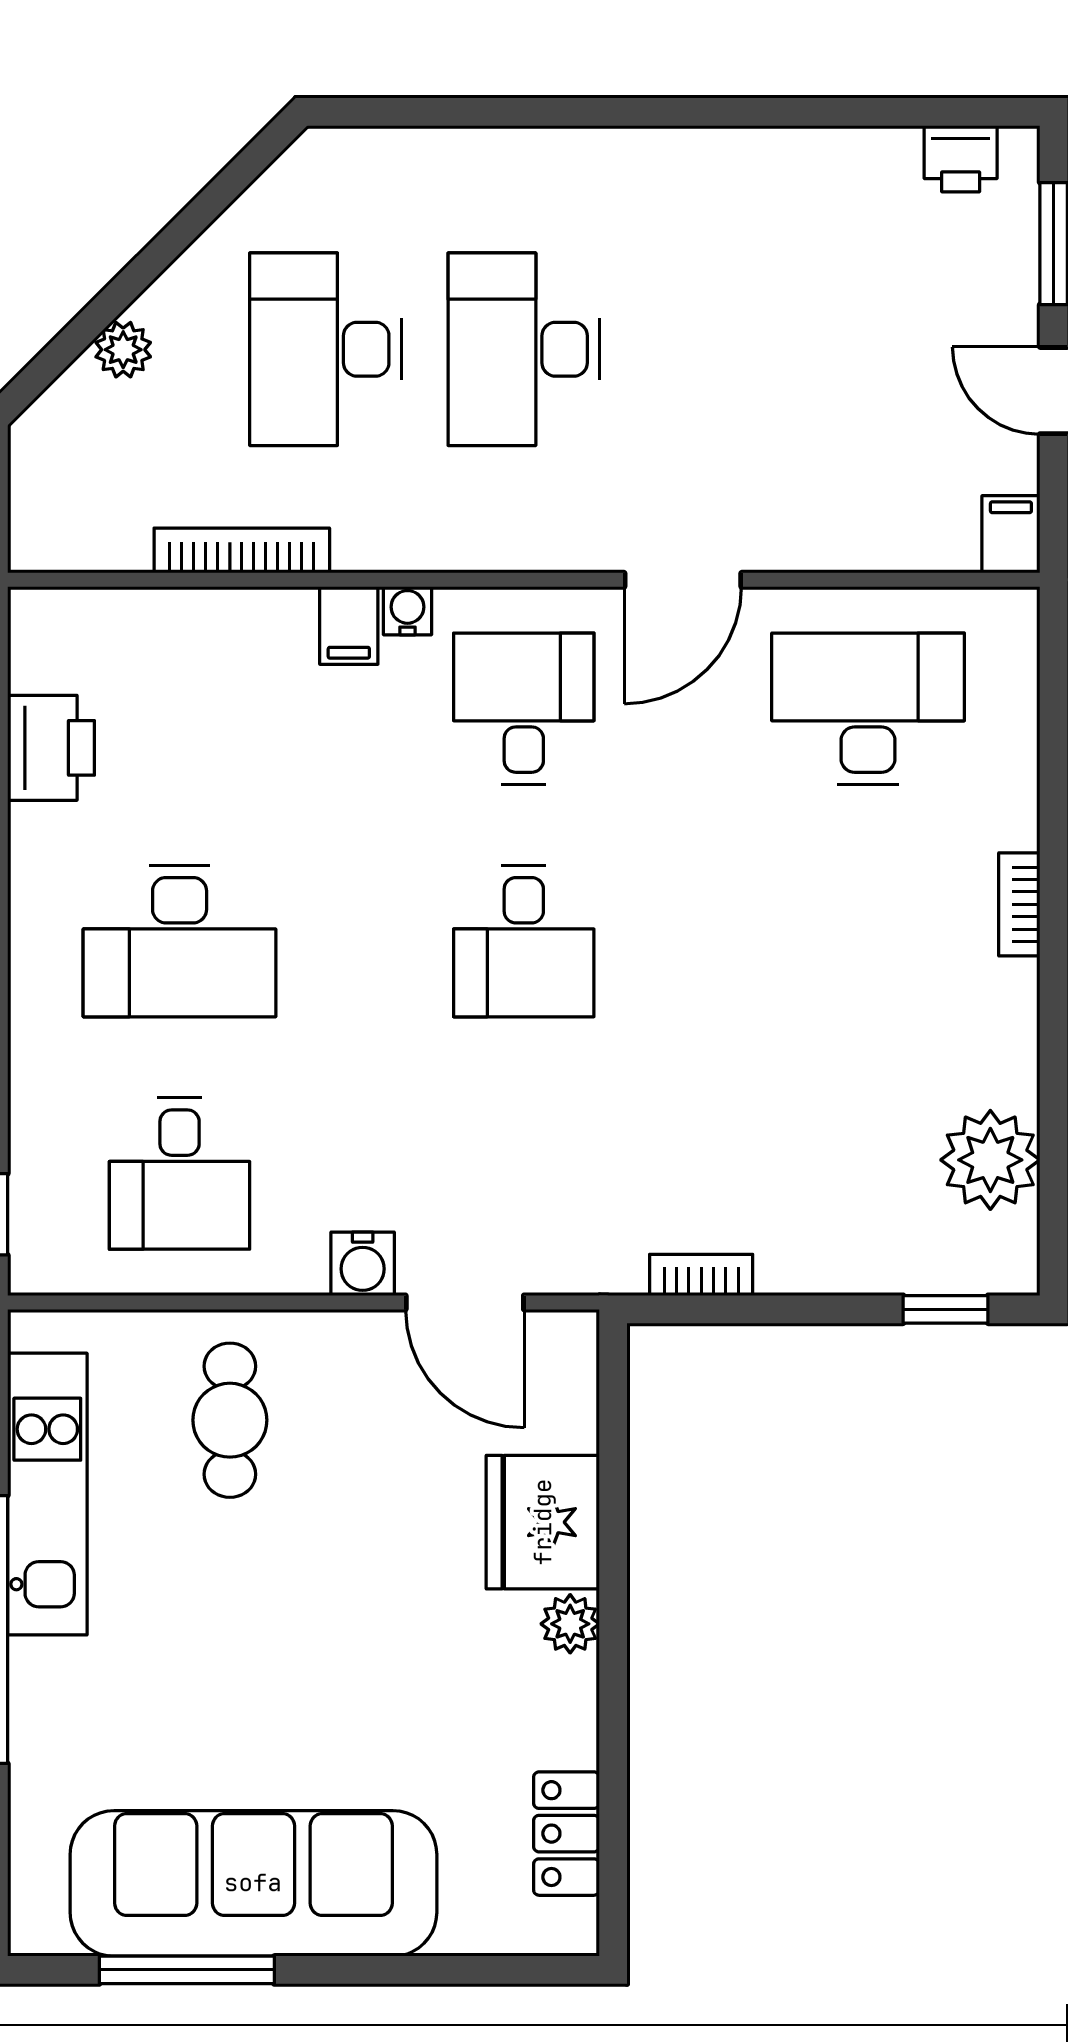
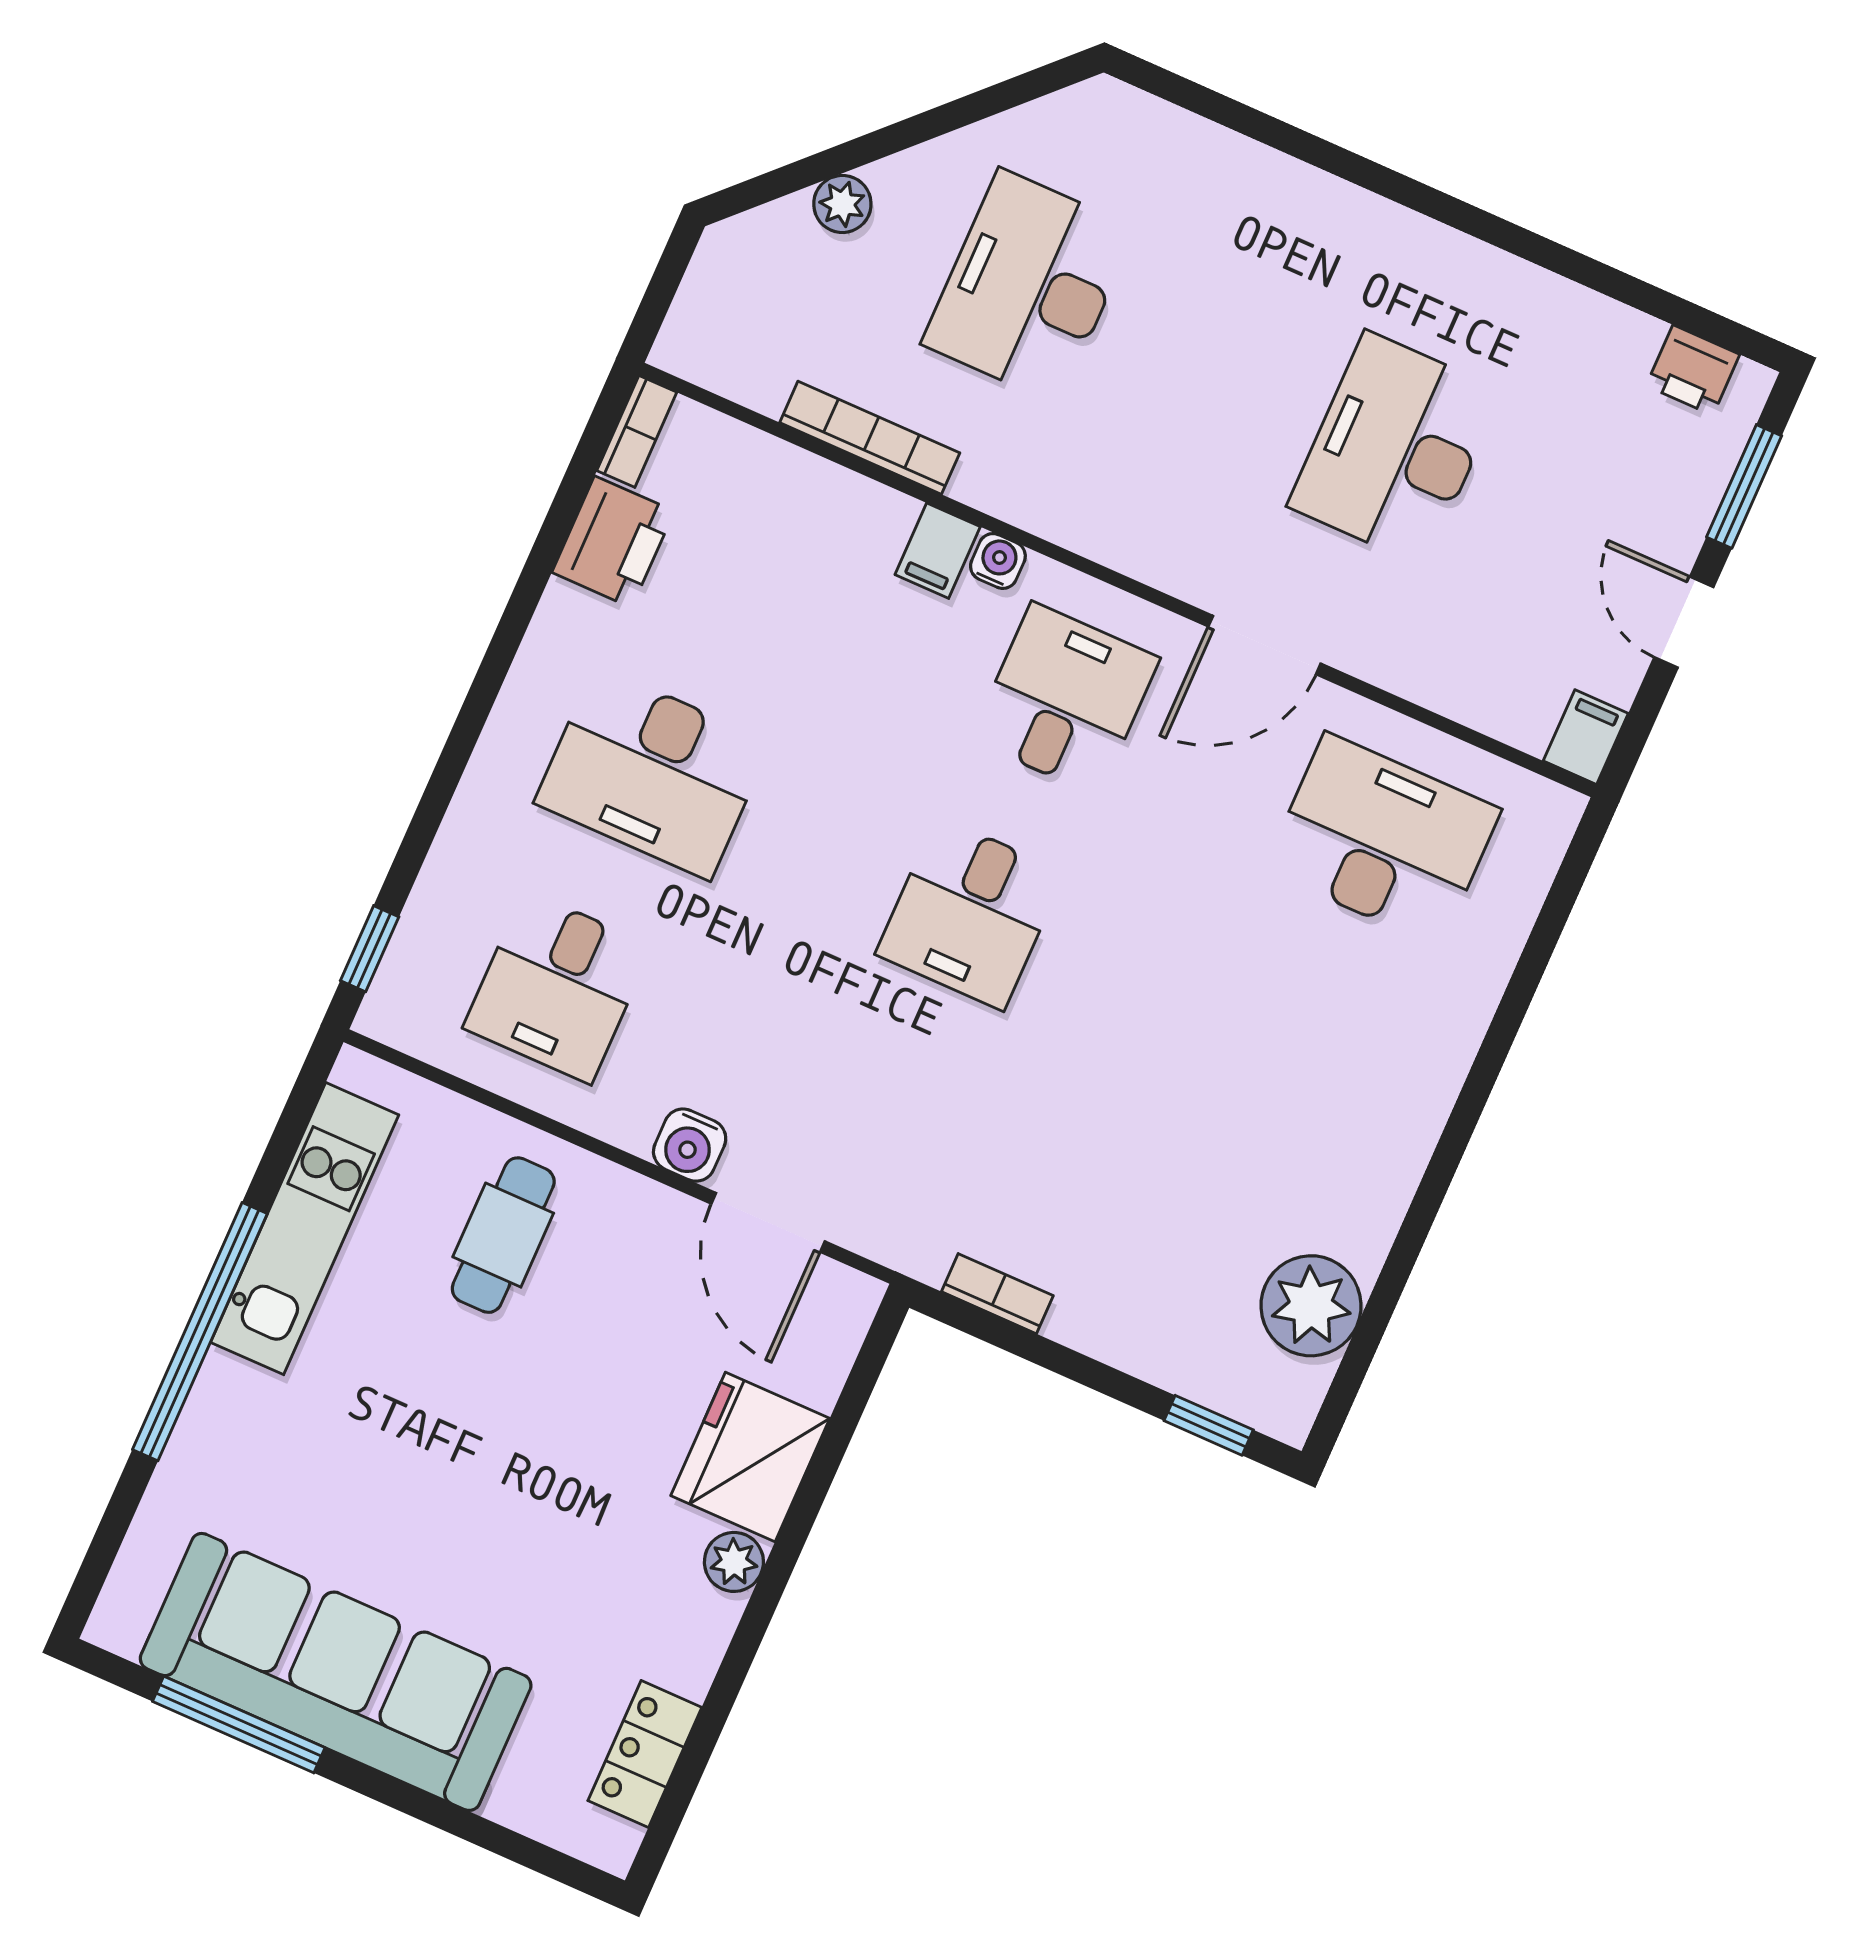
desk: (524, 349) -> (1395, 448), moved
bookcase: (1019, 904) -> (637, 431), moved, turned 180

